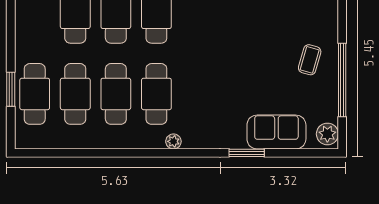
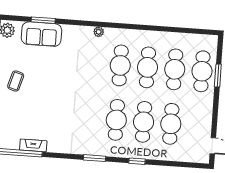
plant: (173, 141) -> (99, 32), moved
window: (247, 153) -> (43, 20), moved

